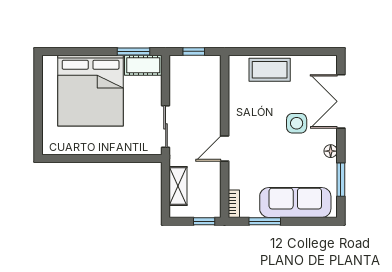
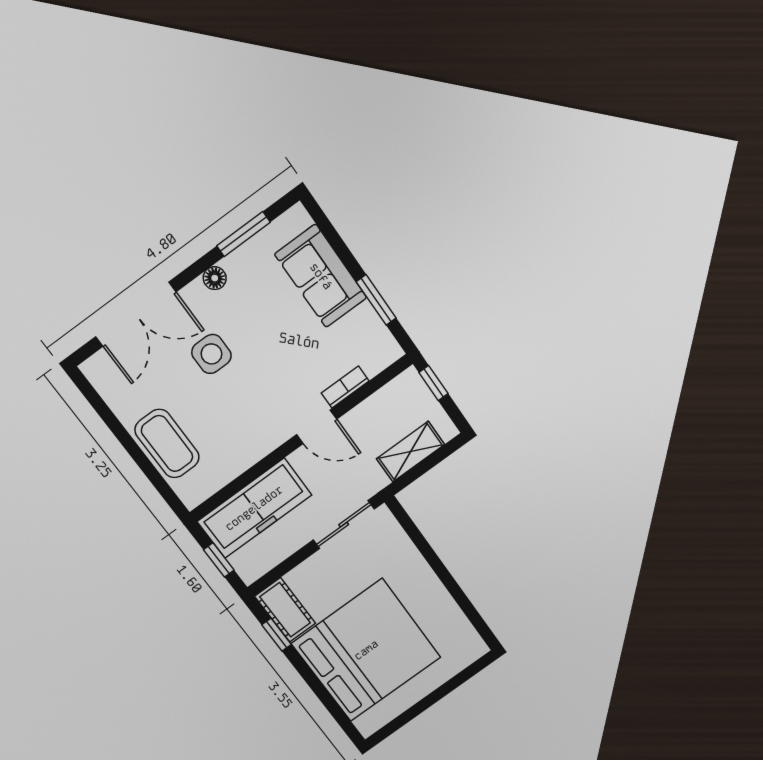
window: (133, 51) -> (277, 635), width x0.67
freezer: (207, 88) -> (254, 508), added
sofa: (295, 202) -> (321, 276), width x0.73
bookcase: (234, 204) -> (345, 387), moved

